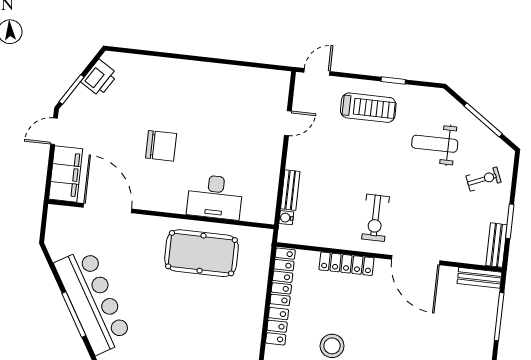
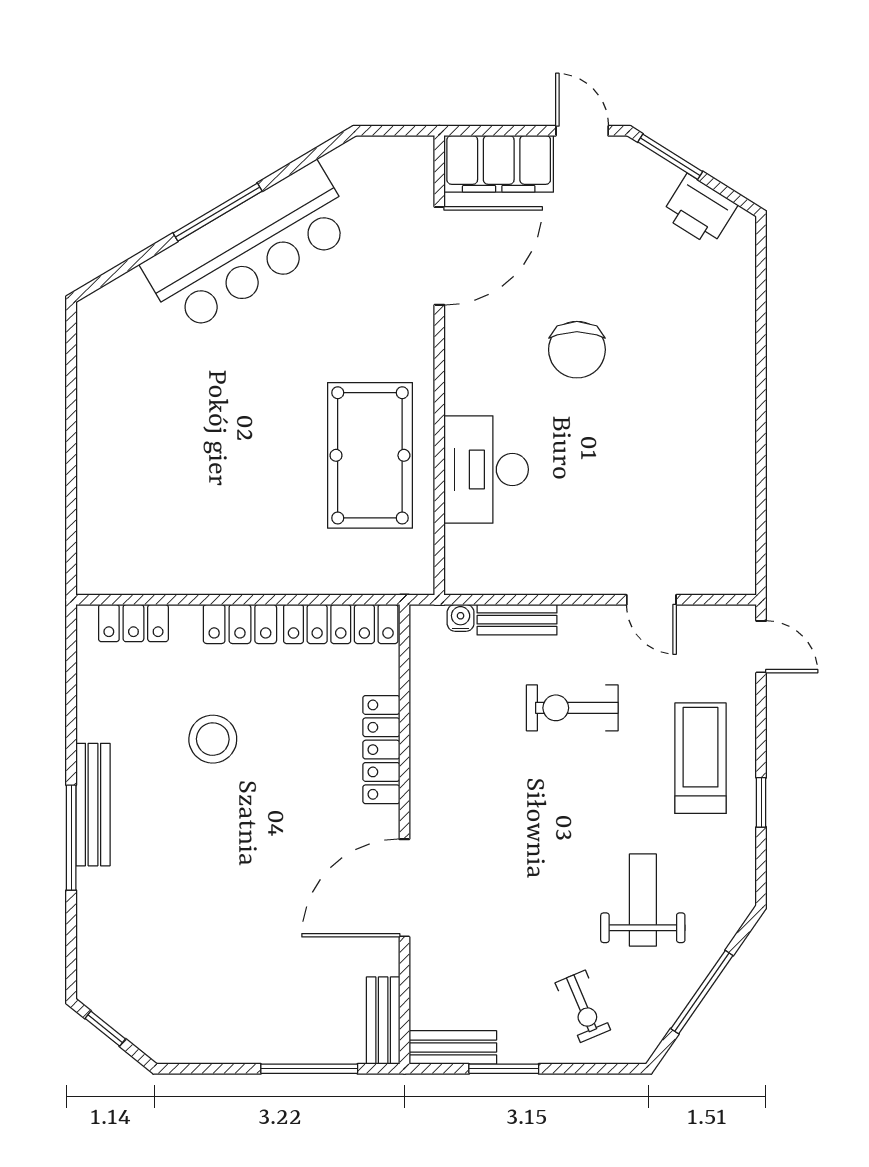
treadmill: (368, 108) -> (700, 758), turned 180
exercise bike: (376, 218) -> (572, 708), moved

